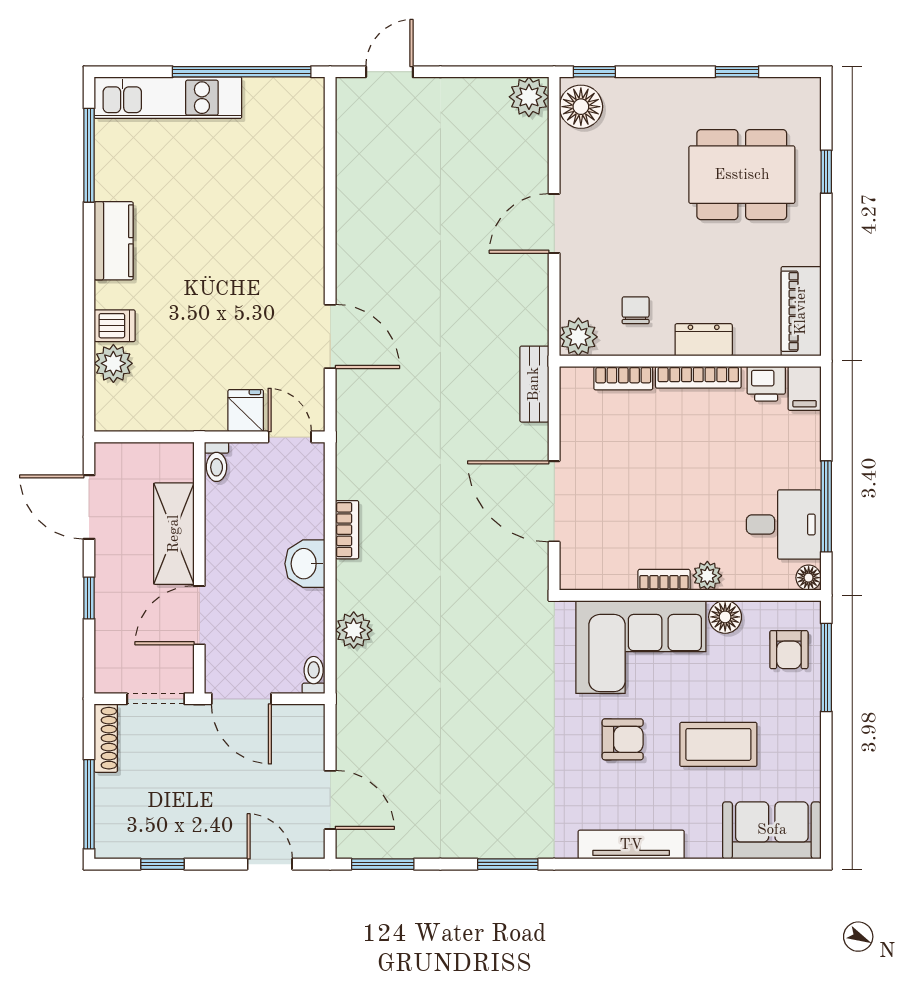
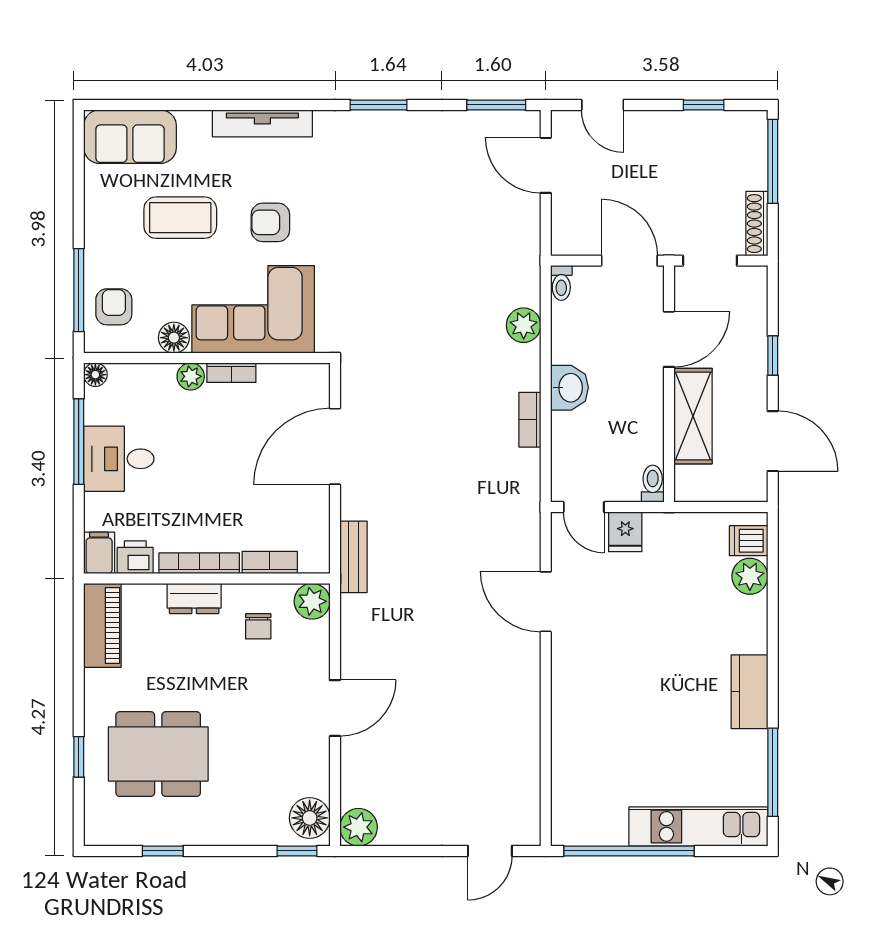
dishwasher: (115, 326) -> (749, 541), moved
door: (554, 501) -> (335, 446), swing flipped
desk: (784, 525) -> (119, 459), moved

